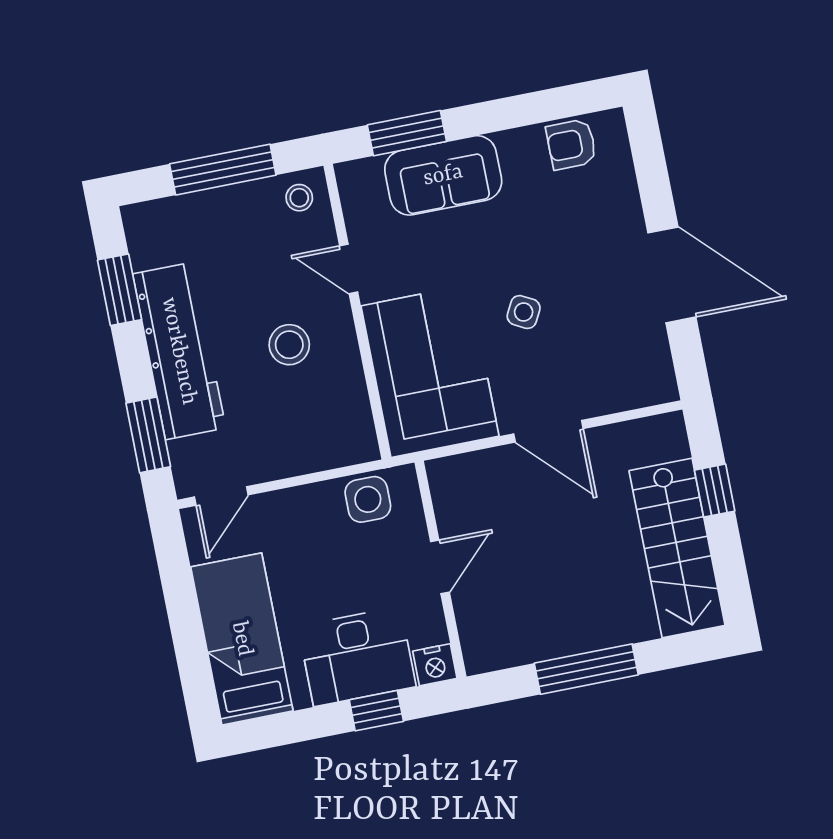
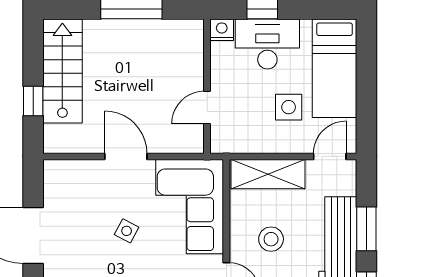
window: (148, 435) -> (366, 229), moved
shelving: (315, 448) -> (268, 174), added
side table: (368, 499) -> (289, 107), moved
door: (440, 567) -> (207, 108), moved

